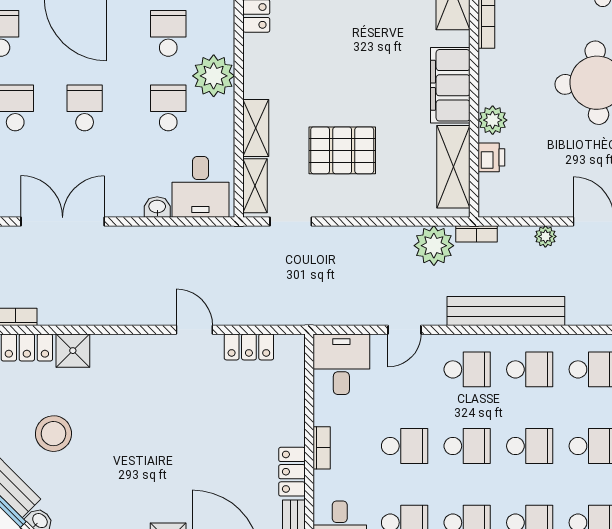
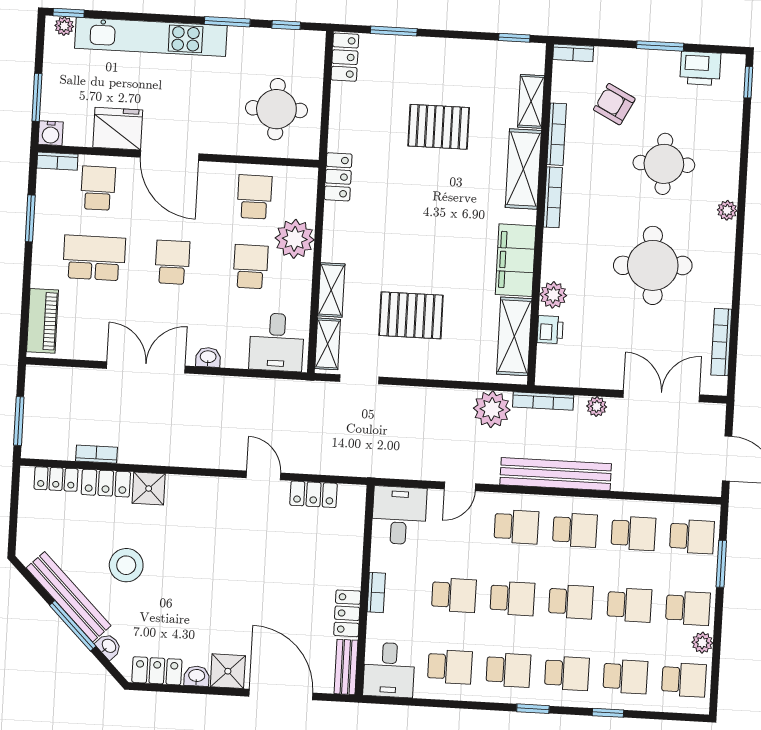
washbasin: (157, 207) -> (208, 357), moved
bookcase: (477, 234) -> (543, 401), width x1.56

